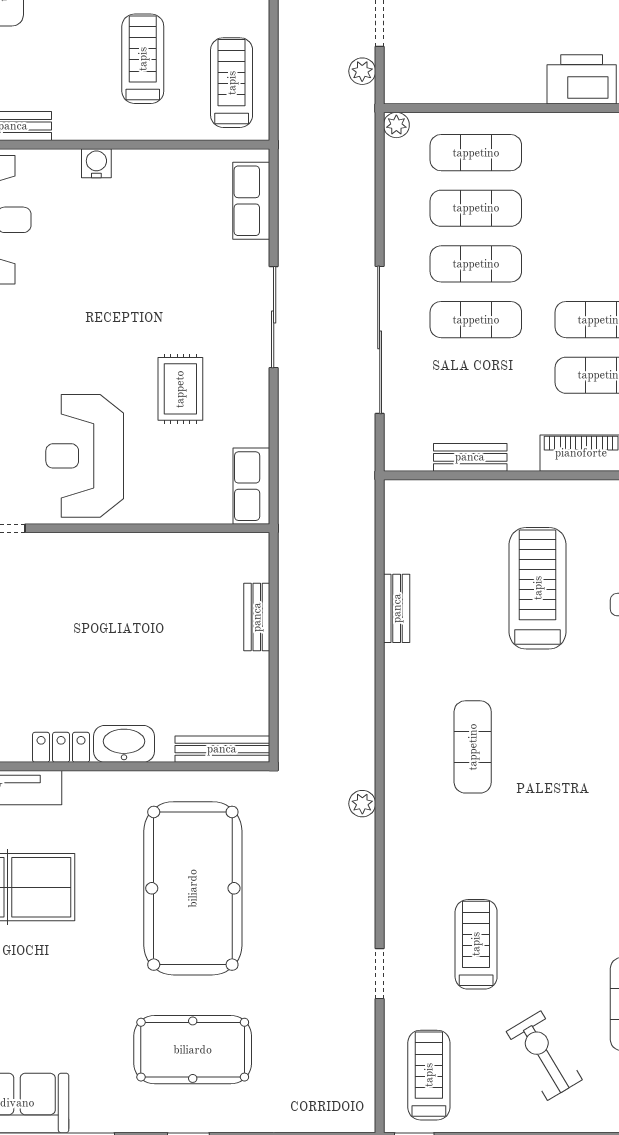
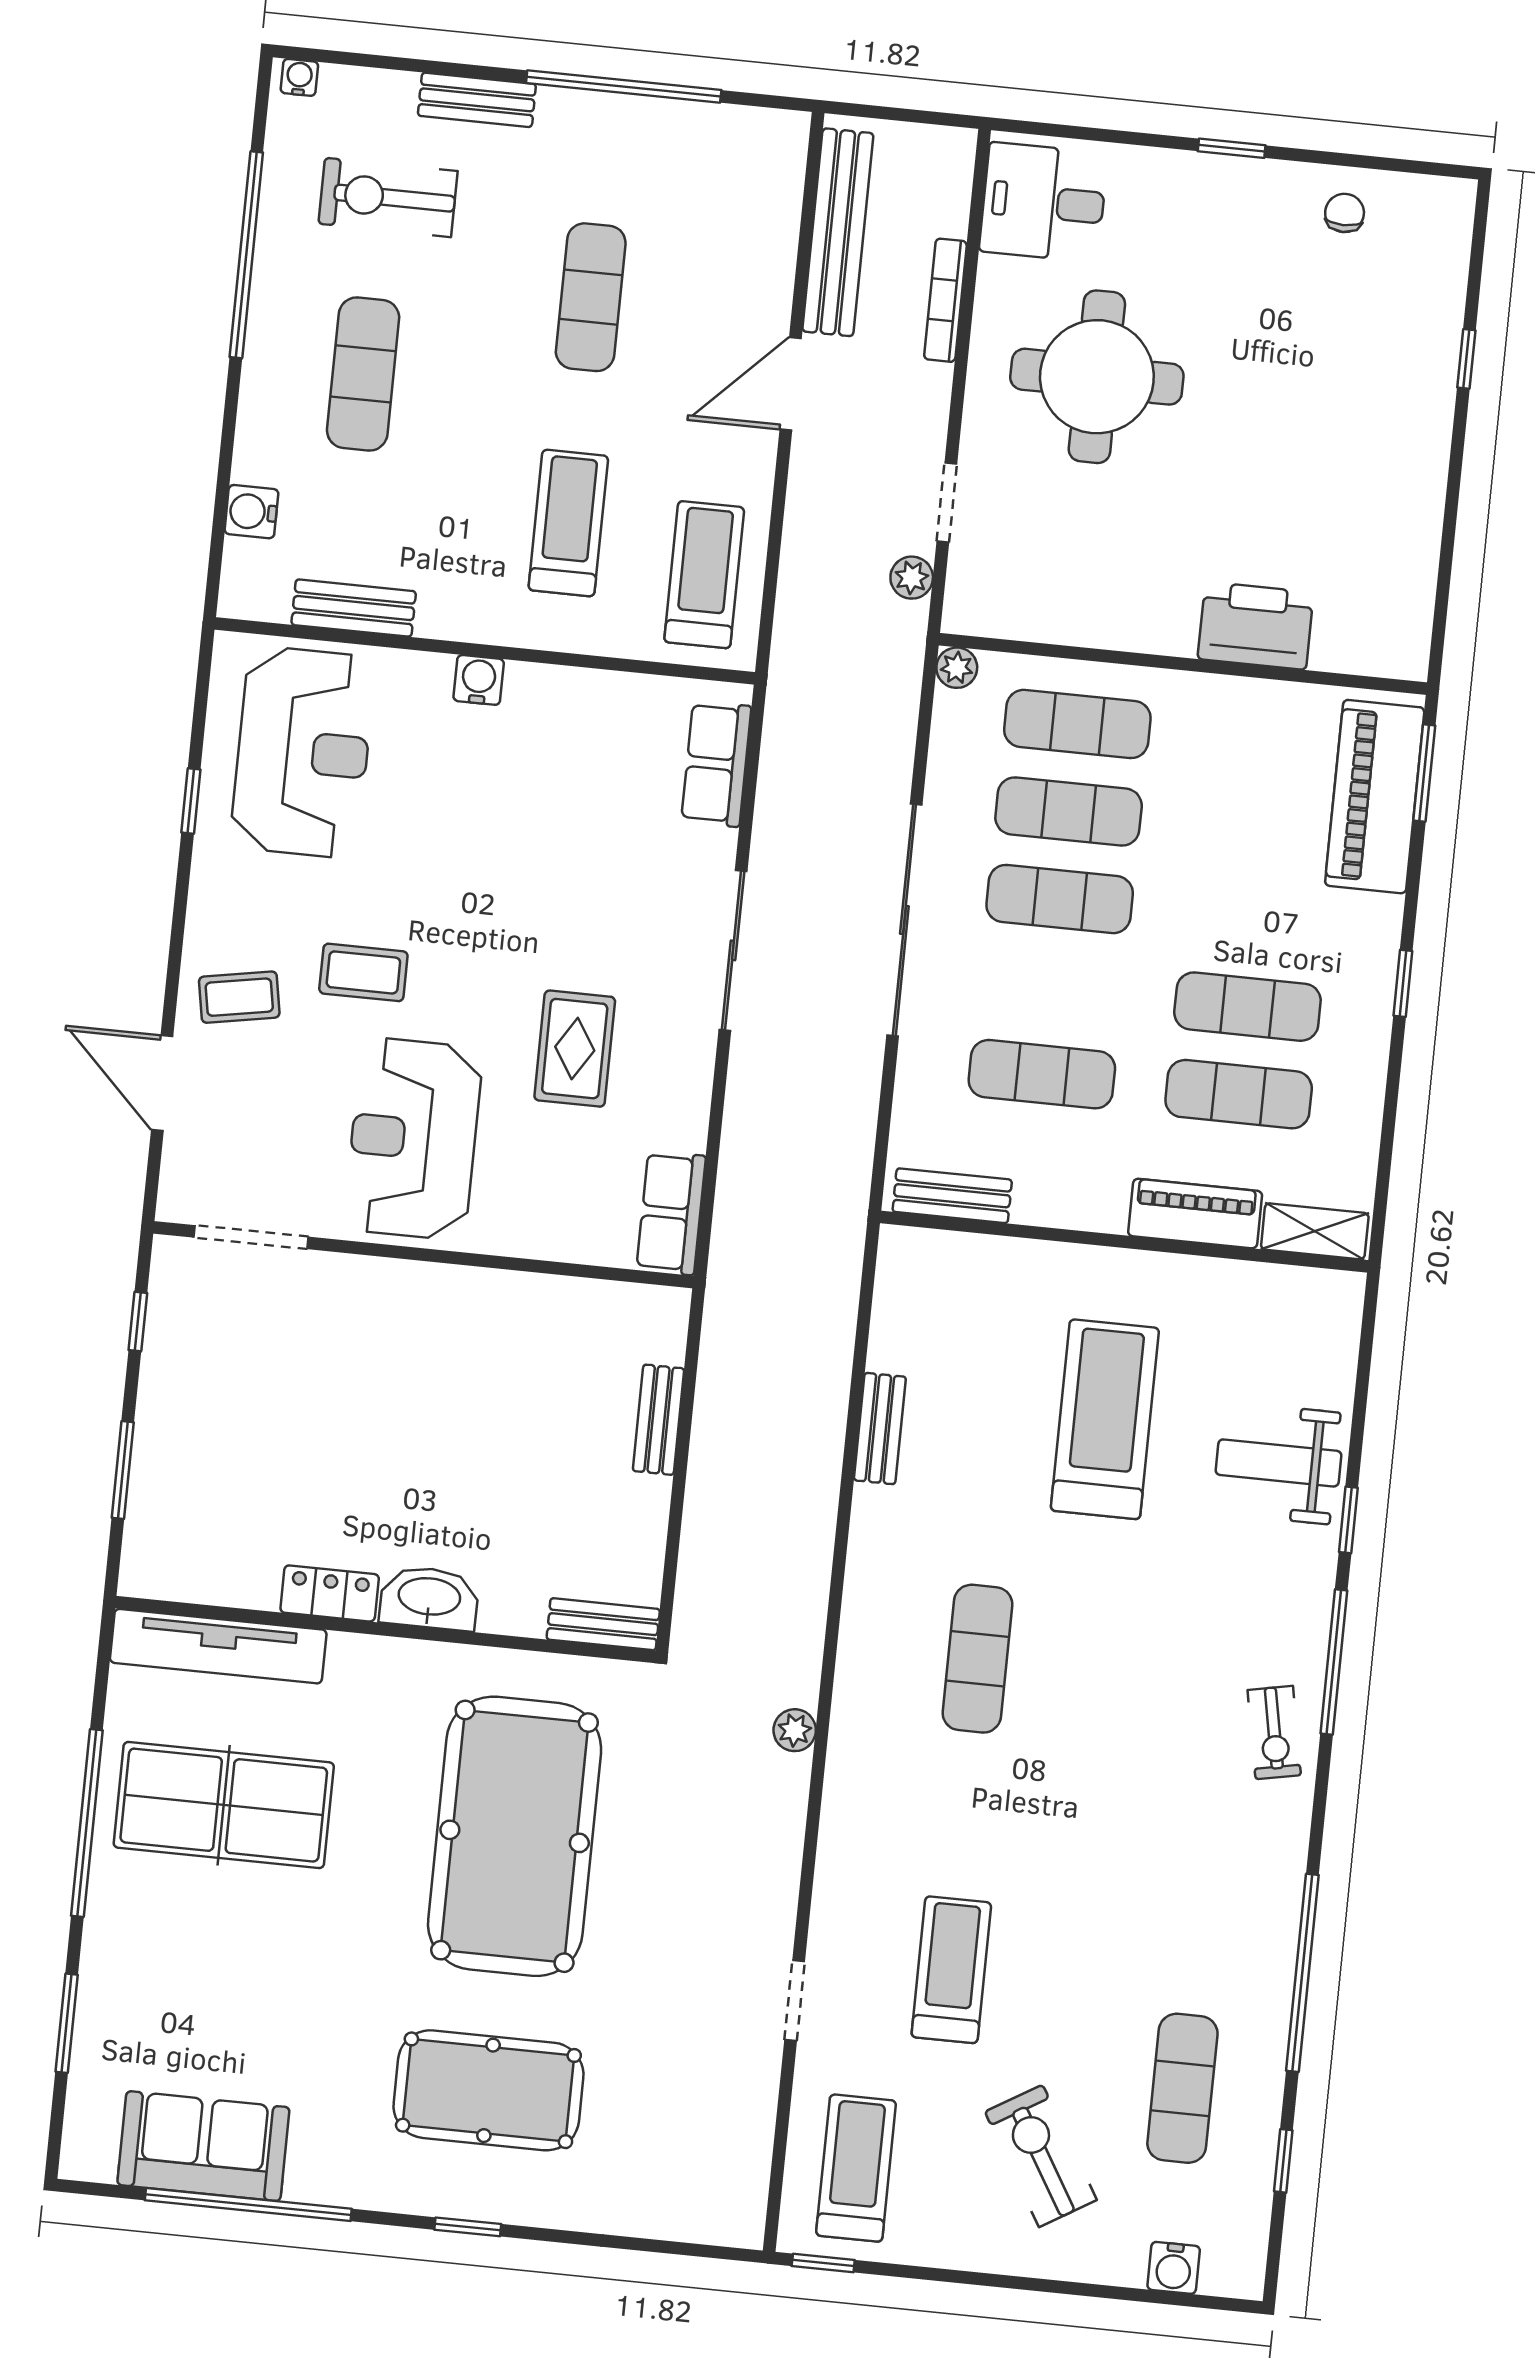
exercise mat: (476, 320) -> (1042, 1074), moved
sliding door: (380, 340) -> (904, 920), moved
coffee table: (43, 355) -> (363, 972), added
bench: (470, 457) -> (952, 1196), moved
bench: (222, 749) -> (603, 1624), width x0.73

